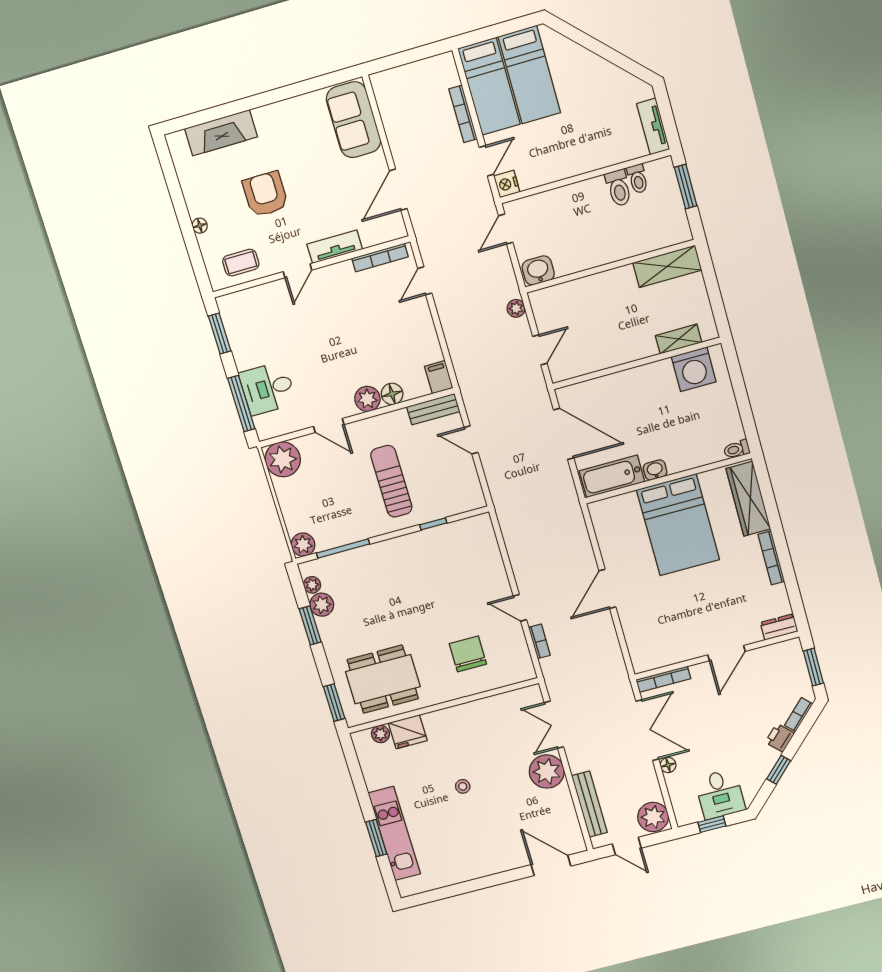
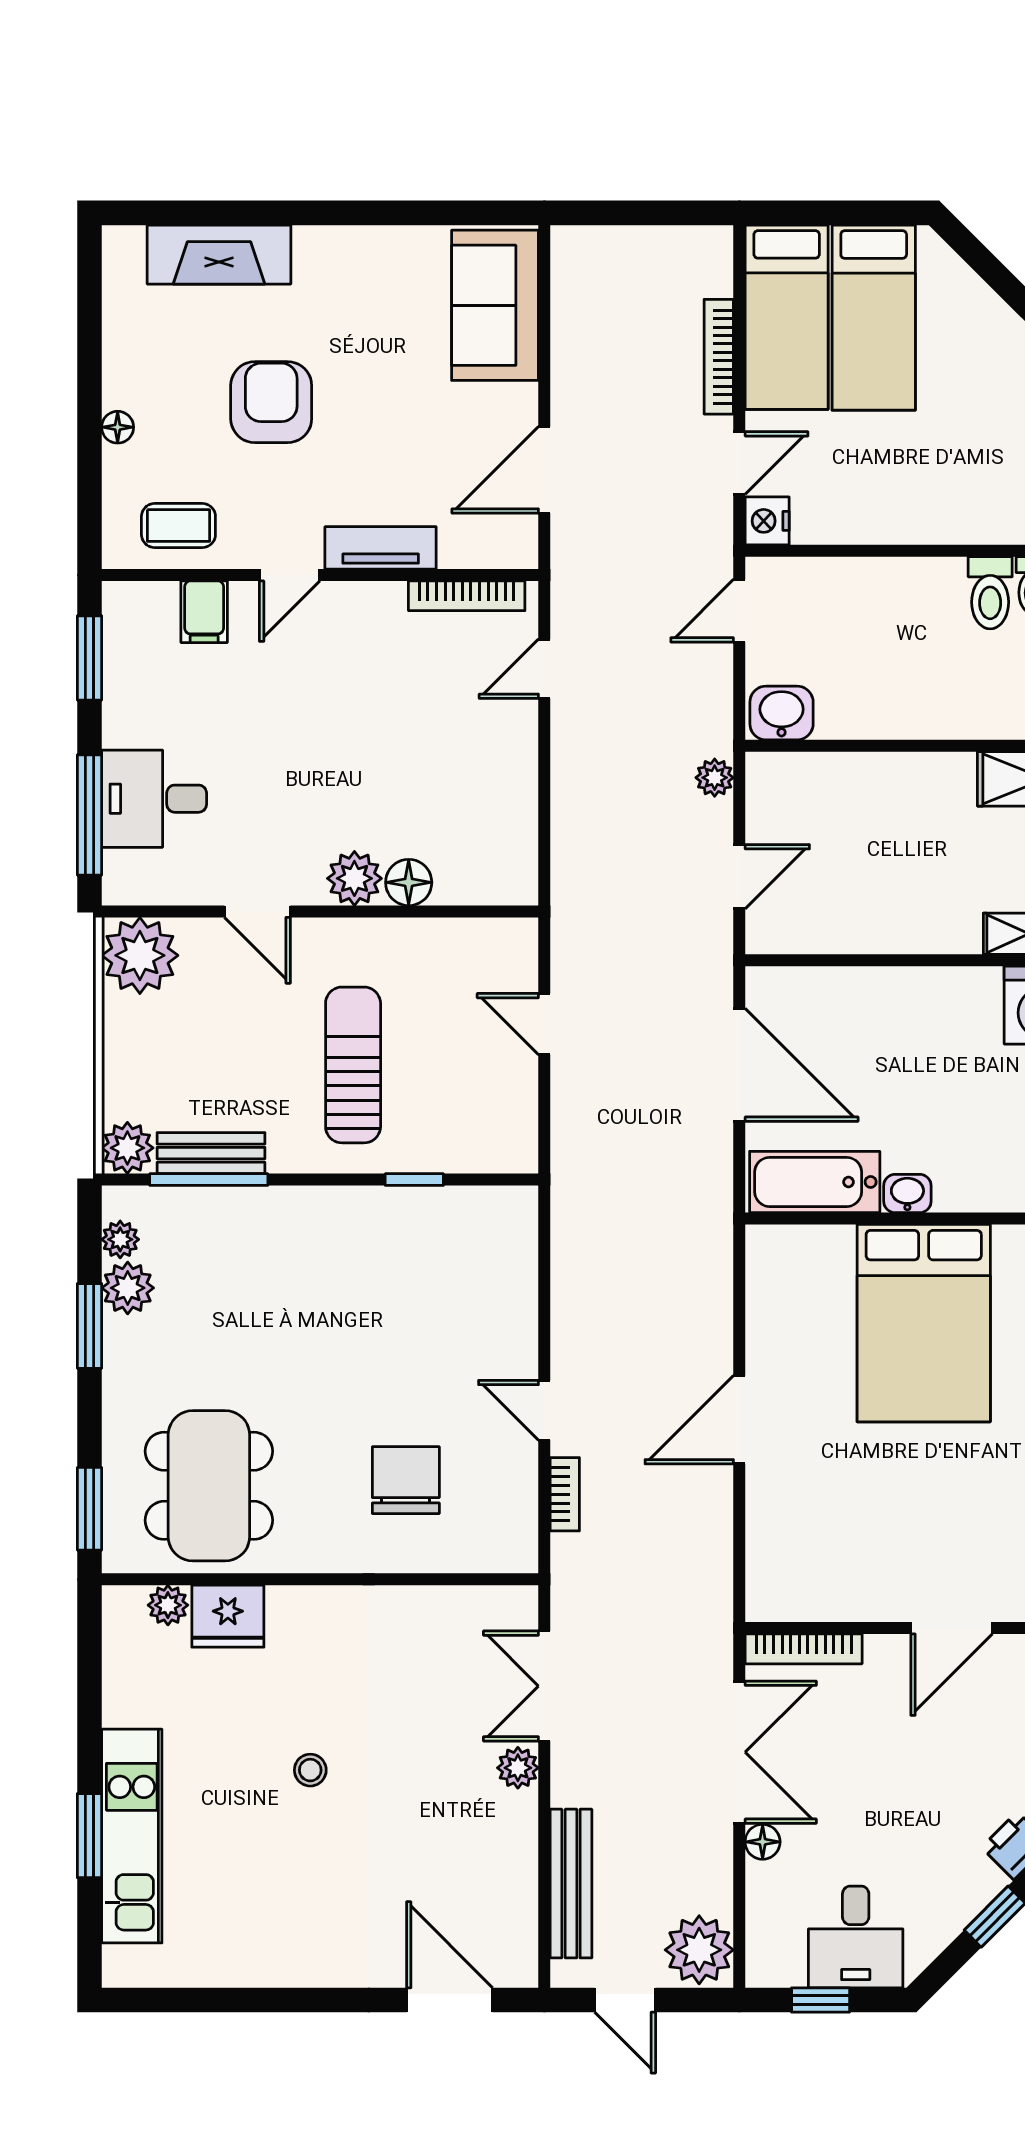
filing cabinet: (439, 377) -> (204, 612), moved, turned 180
bench: (433, 409) -> (211, 1153), moved
dining table: (383, 679) -> (209, 1486), turned 90
plant: (547, 771) -> (518, 1768), width x0.53, depth x0.53

